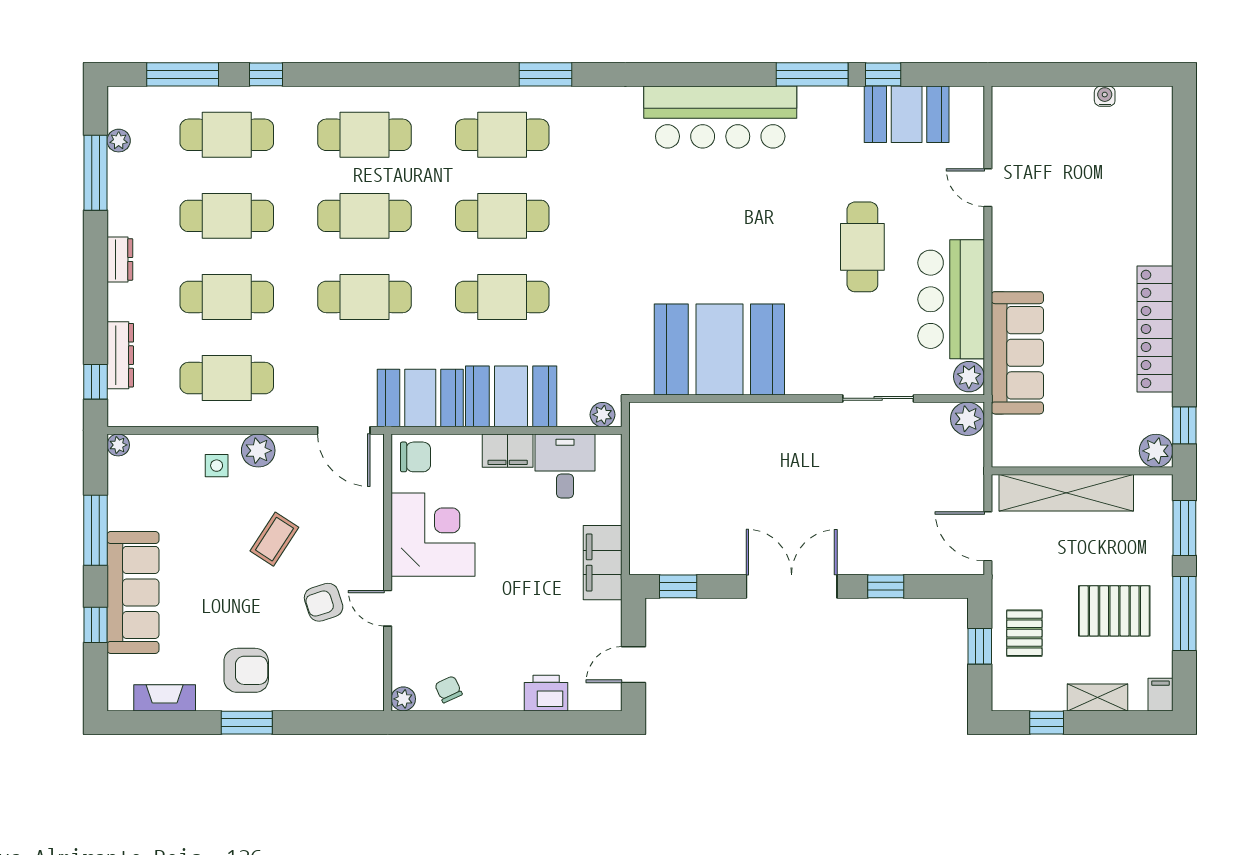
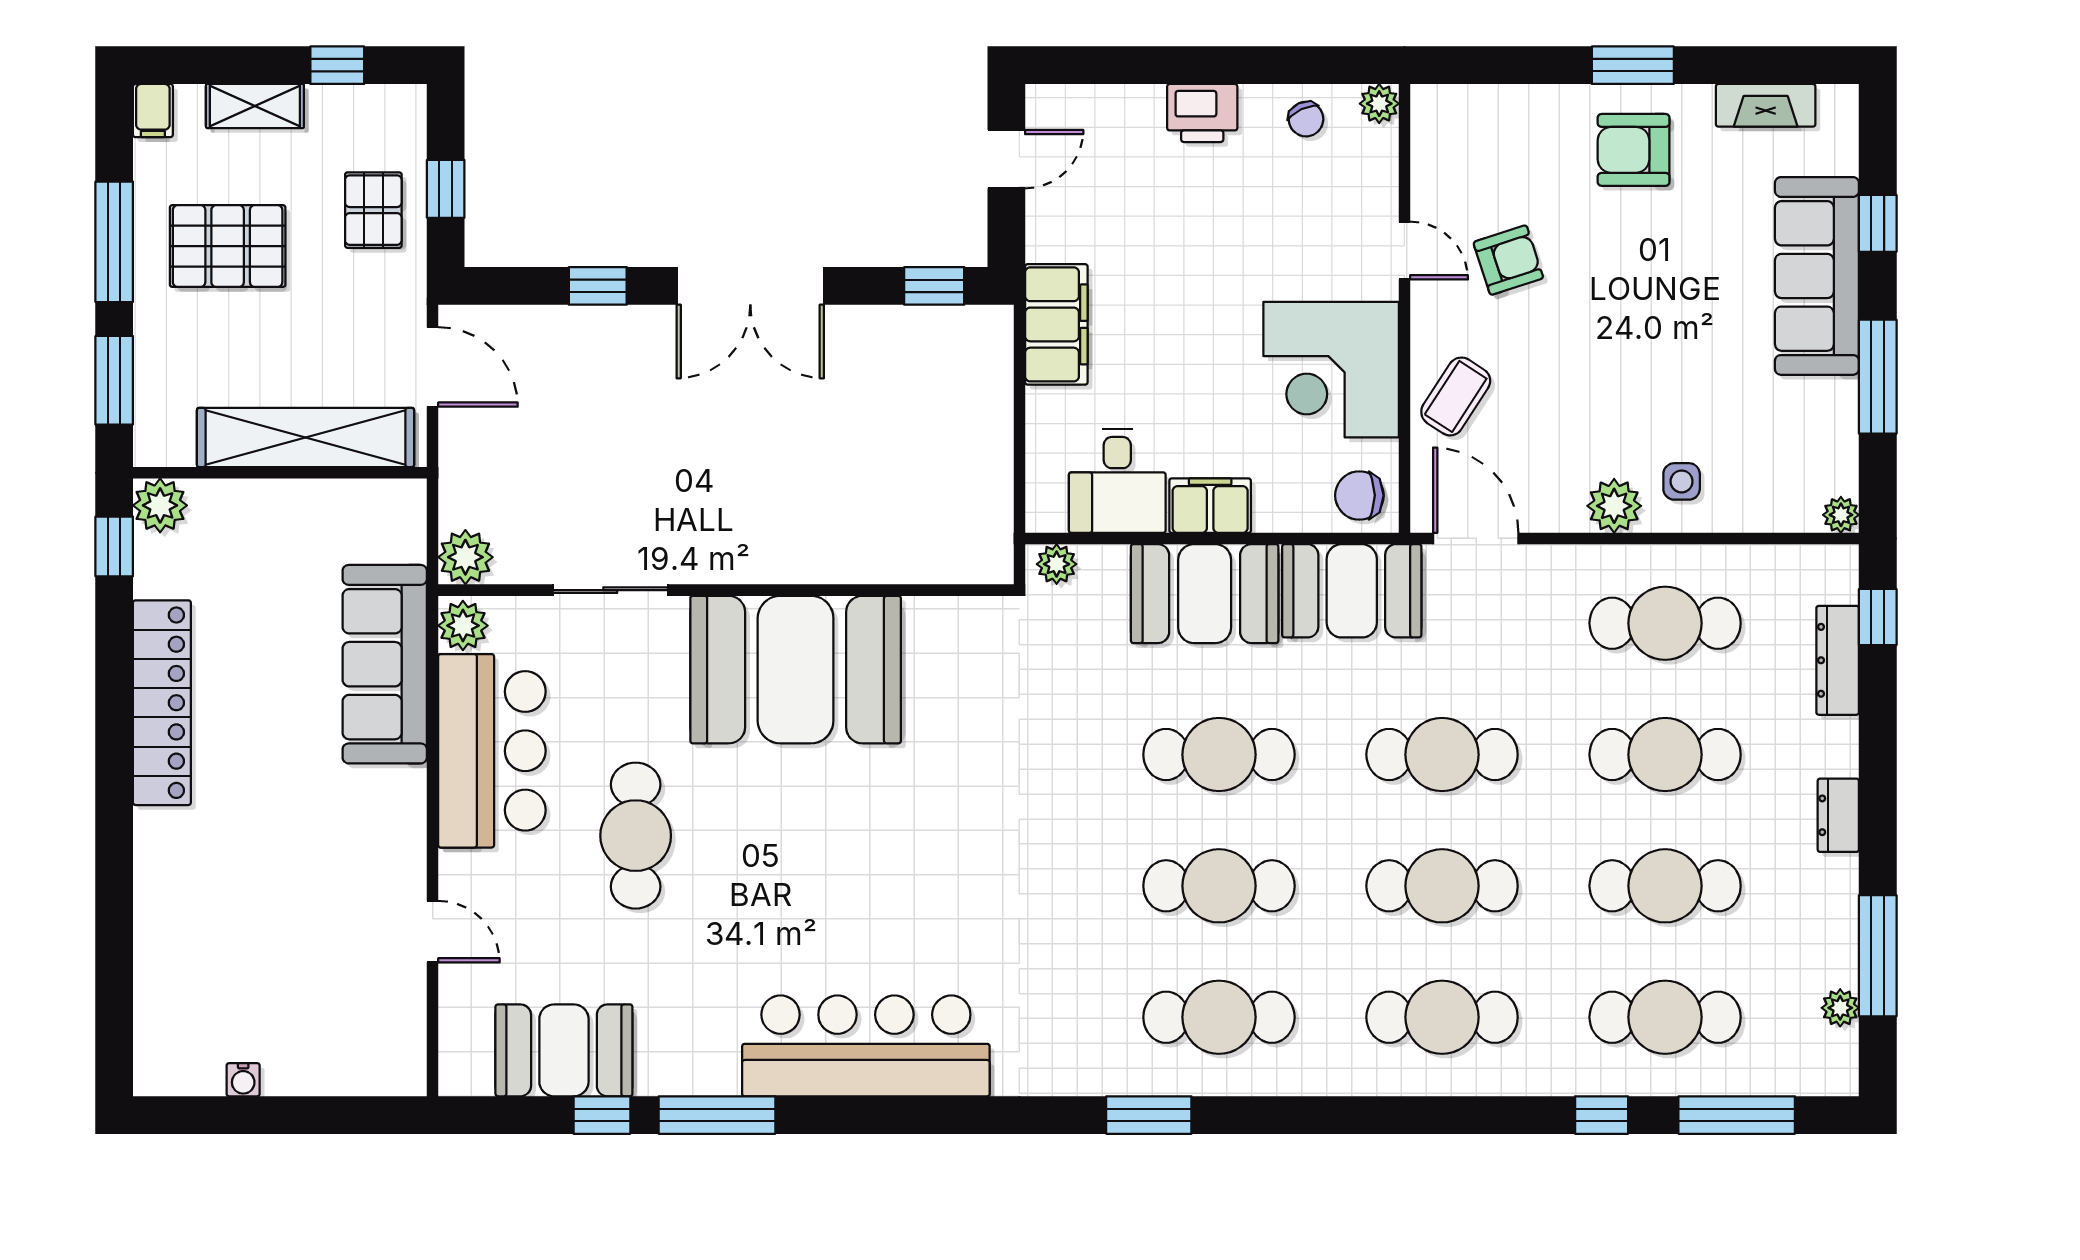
booth: (719, 349) -> (796, 670), moved
coffee table: (274, 539) -> (1456, 396), moved
printer: (546, 693) -> (1202, 113), moved

